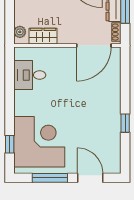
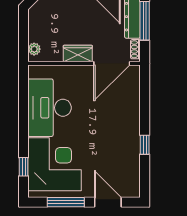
wardrobe: (43, 36) -> (78, 53), moved
desk: (30, 75) -> (50, 108), width x1.87, depth x1.30

